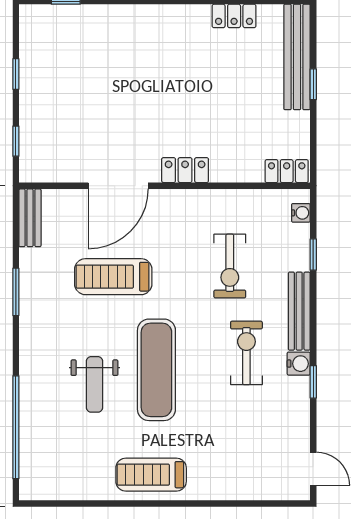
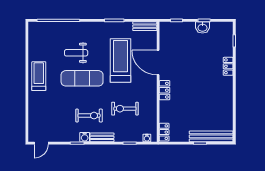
locker: (234, 16) -> (228, 66), moved
washbasin: (33, 78) -> (203, 27), added
treadmill: (113, 277) -> (121, 61), width x1.37, depth x1.38
bench: (299, 311) -> (102, 137), width x0.73

